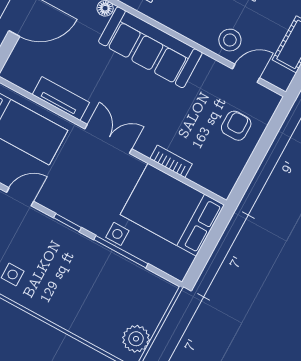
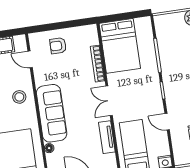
stool: (230, 40) -> (19, 97), moved
bookcase: (171, 161) -> (98, 64), width x1.56
side table: (117, 234) -> (150, 63), removed

